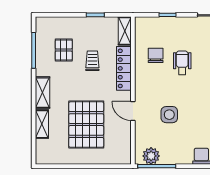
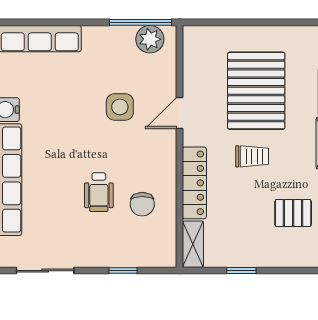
pallet: (64, 50) -> (293, 213), turned 90
trolley: (92, 61) -> (252, 156), moved, turned -90
door: (133, 111) -> (180, 113), swing flipped

